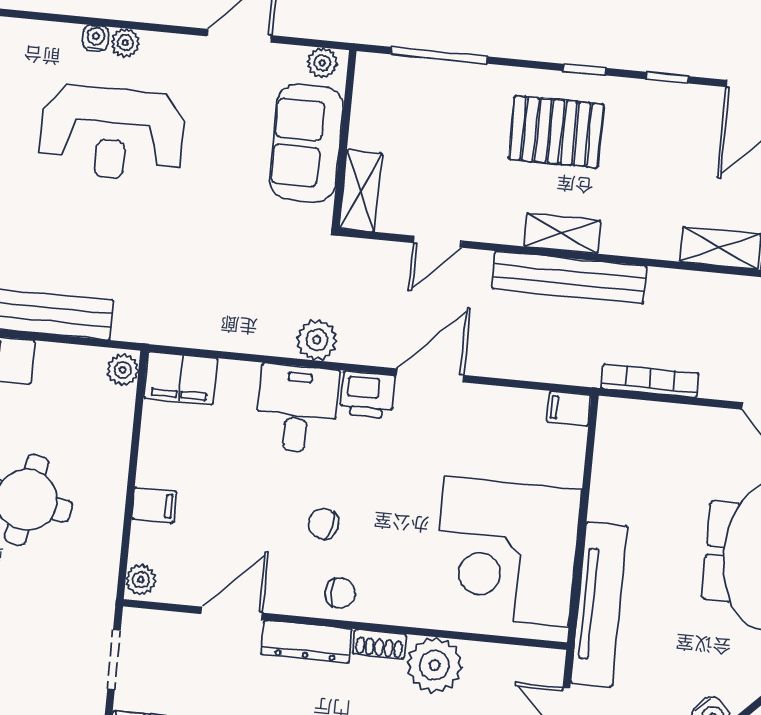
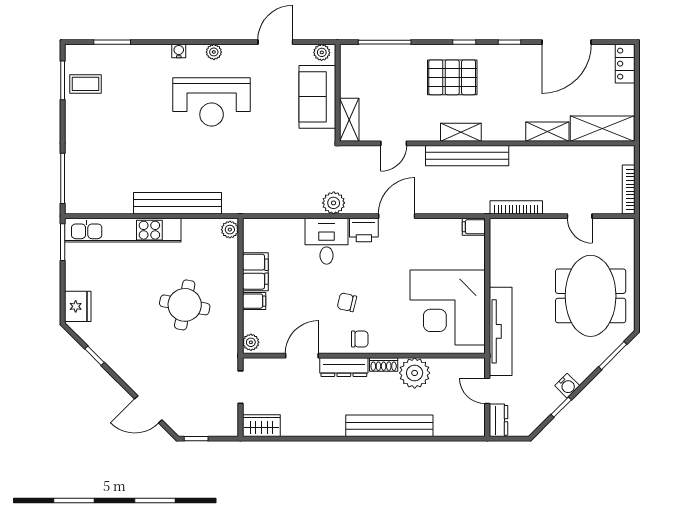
water cooler: (96, 38) -> (179, 51), moved
filing cabinet: (181, 378) -> (255, 272), moved, turned -90

